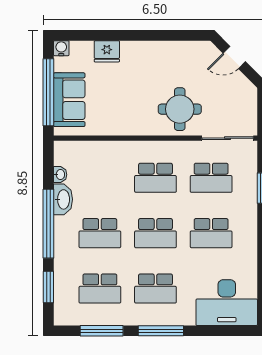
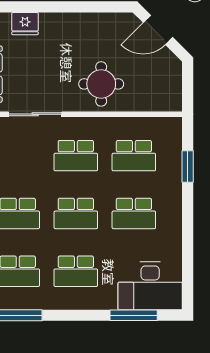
door: (234, 57) -> (158, 30), width x1.38
sliding door: (228, 138) -> (35, 114), moved
window: (161, 331) -> (134, 315), moved

